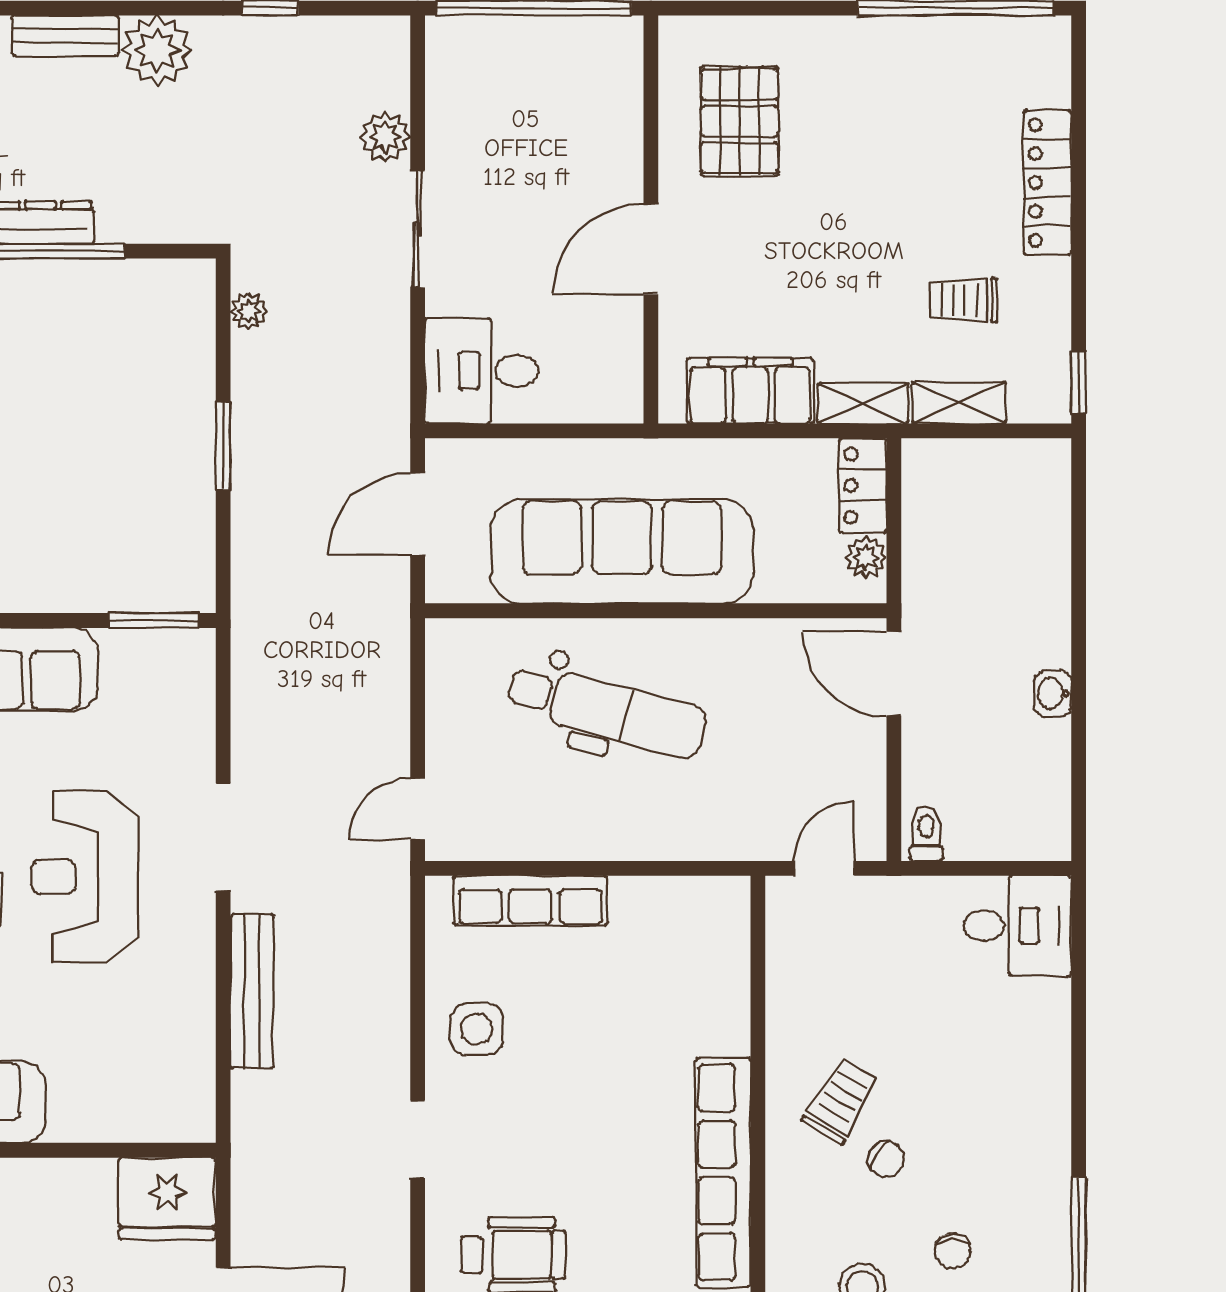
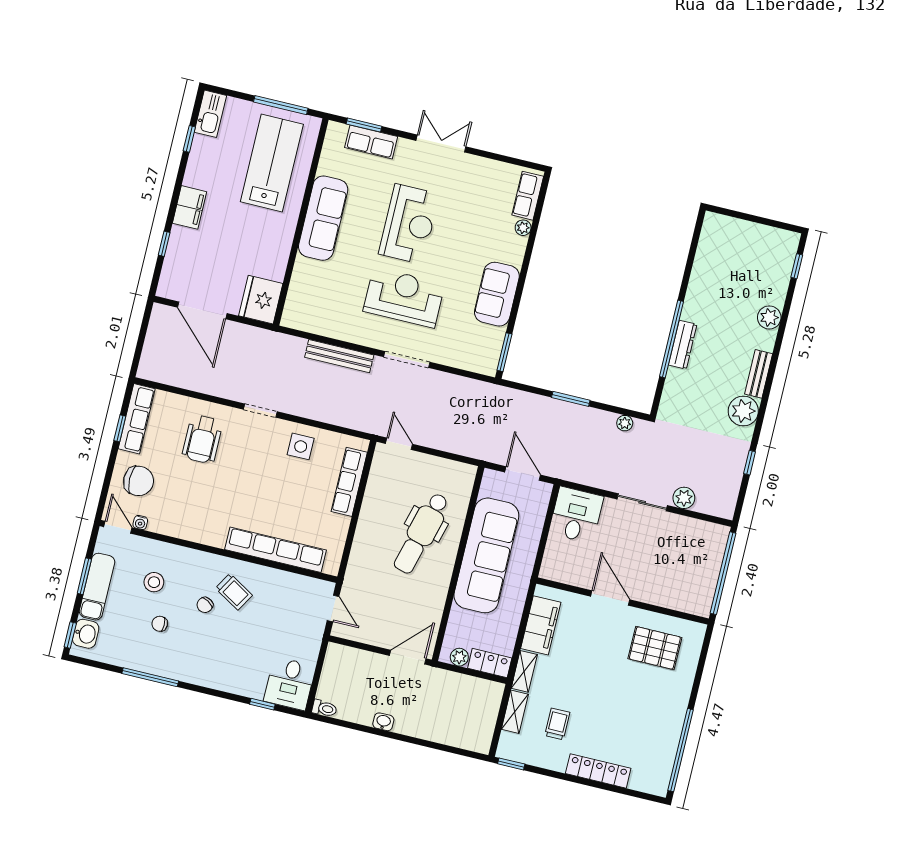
toilet: (926, 834) -> (324, 708), moved
window: (1079, 976) -> (262, 704), added
row of seats: (723, 1173) -> (275, 550), moved

